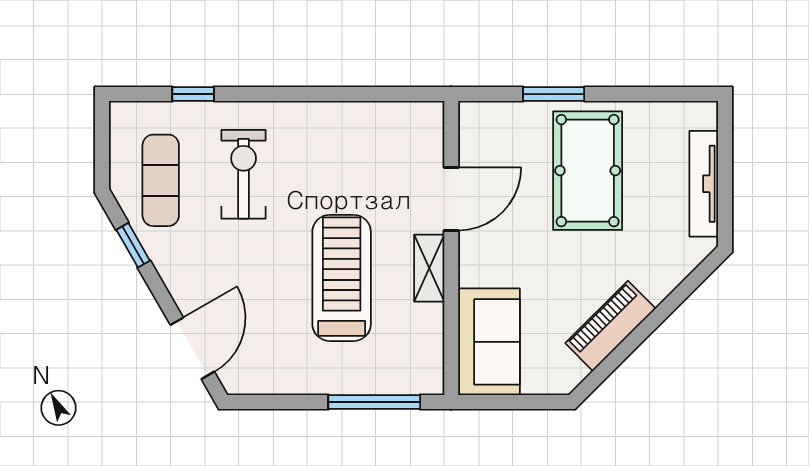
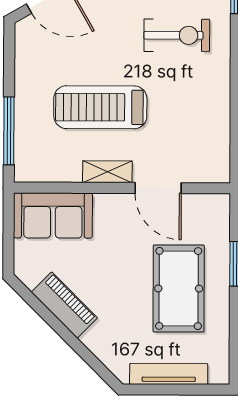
pool table: (588, 171) -> (179, 288), turned 90
treadmill: (342, 278) -> (100, 107), turned 180

